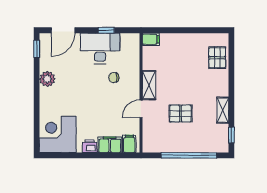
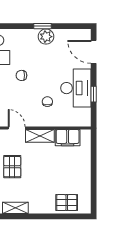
filing cabinet: (151, 39) -> (68, 138), moved, width x2.00
window: (37, 49) -> (42, 26), moved
chair: (87, 104) -> (21, 75), added

